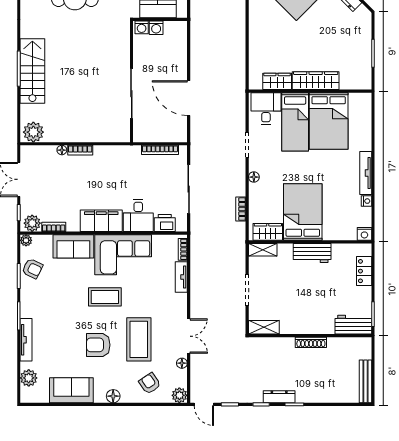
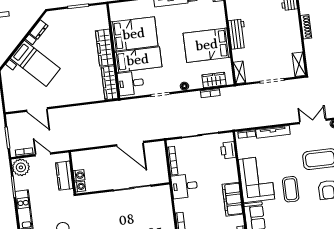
wardrobe: (277, 81) -> (109, 83), width x1.50
door: (189, 98) -> (130, 144), hinge flipped
desk: (138, 216) -> (184, 186), moved, turned 180
wardrobe: (268, 232) -> (214, 80), moved, turned 90
tv unit: (181, 277) -> (273, 132), width x1.41

